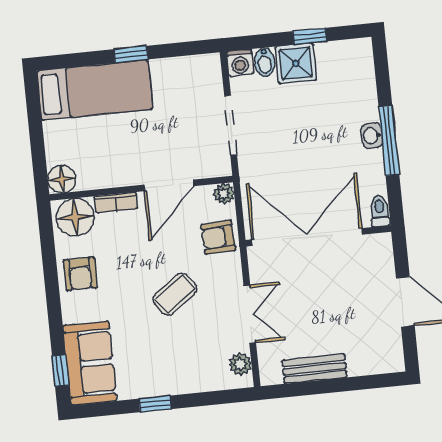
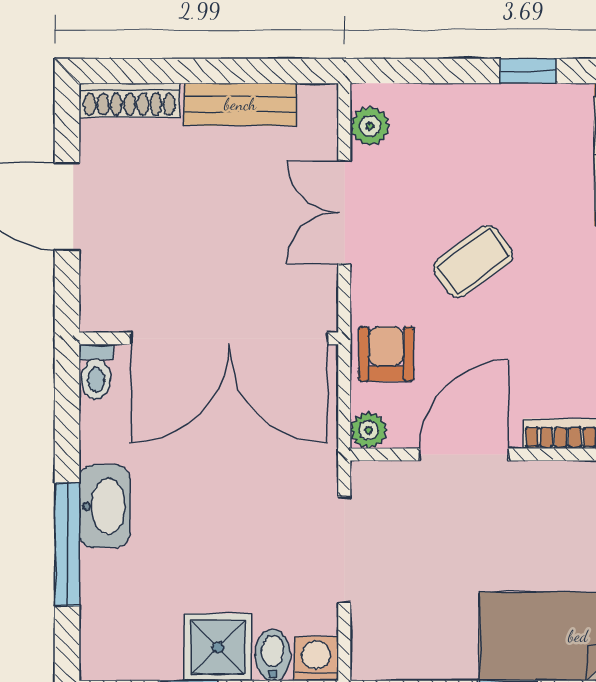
washbasin: (372, 136) -> (105, 506), width x1.91, depth x1.45
window: (389, 140) -> (67, 544), moved
armchair: (218, 237) -> (386, 354), turned -87
shoe rack: (376, 365) -> (130, 100), added

